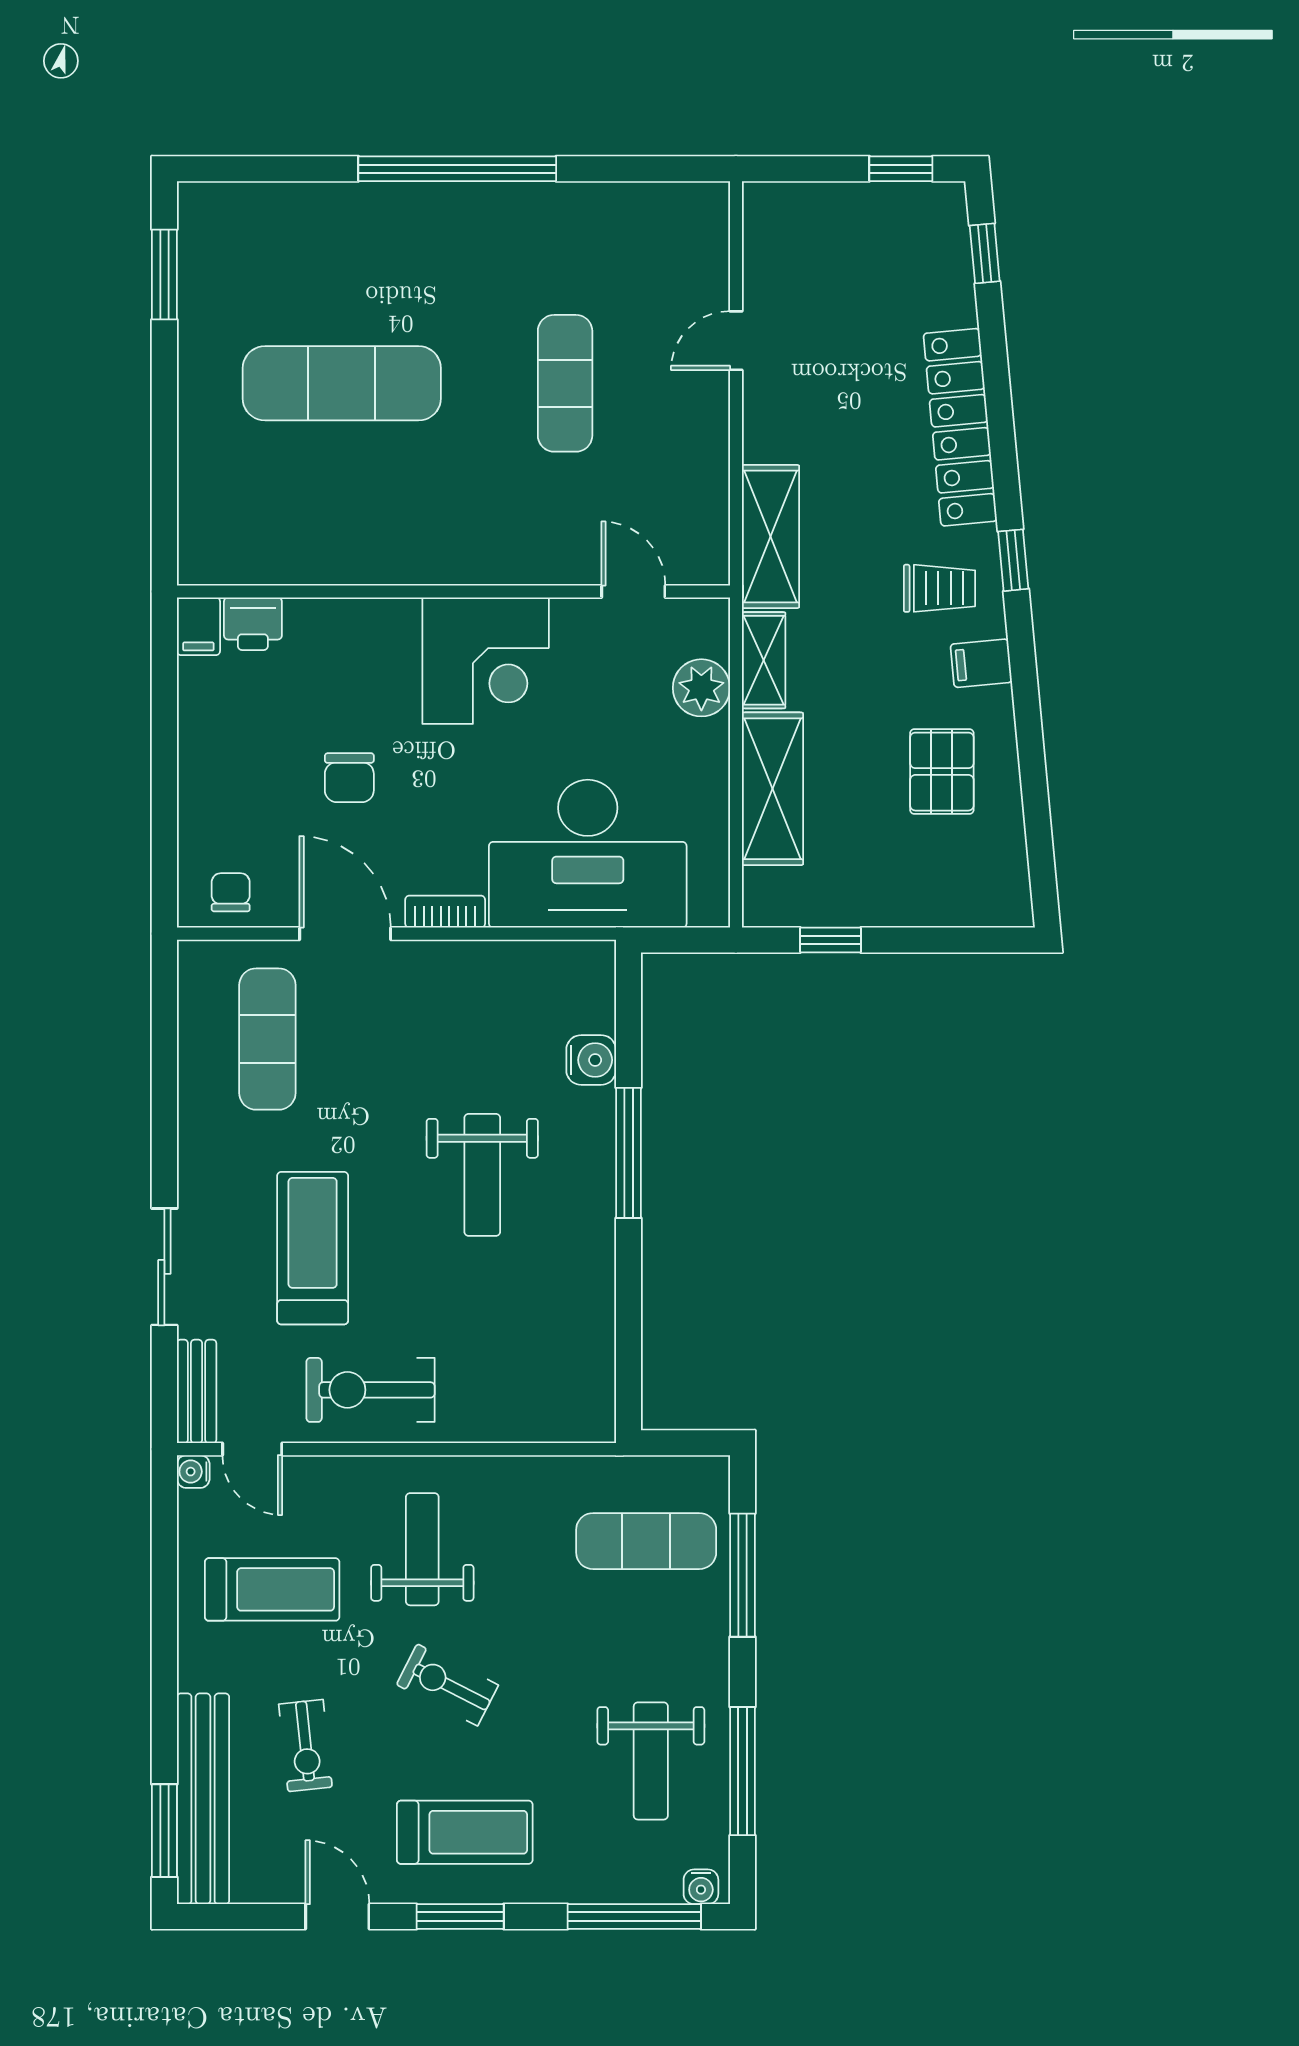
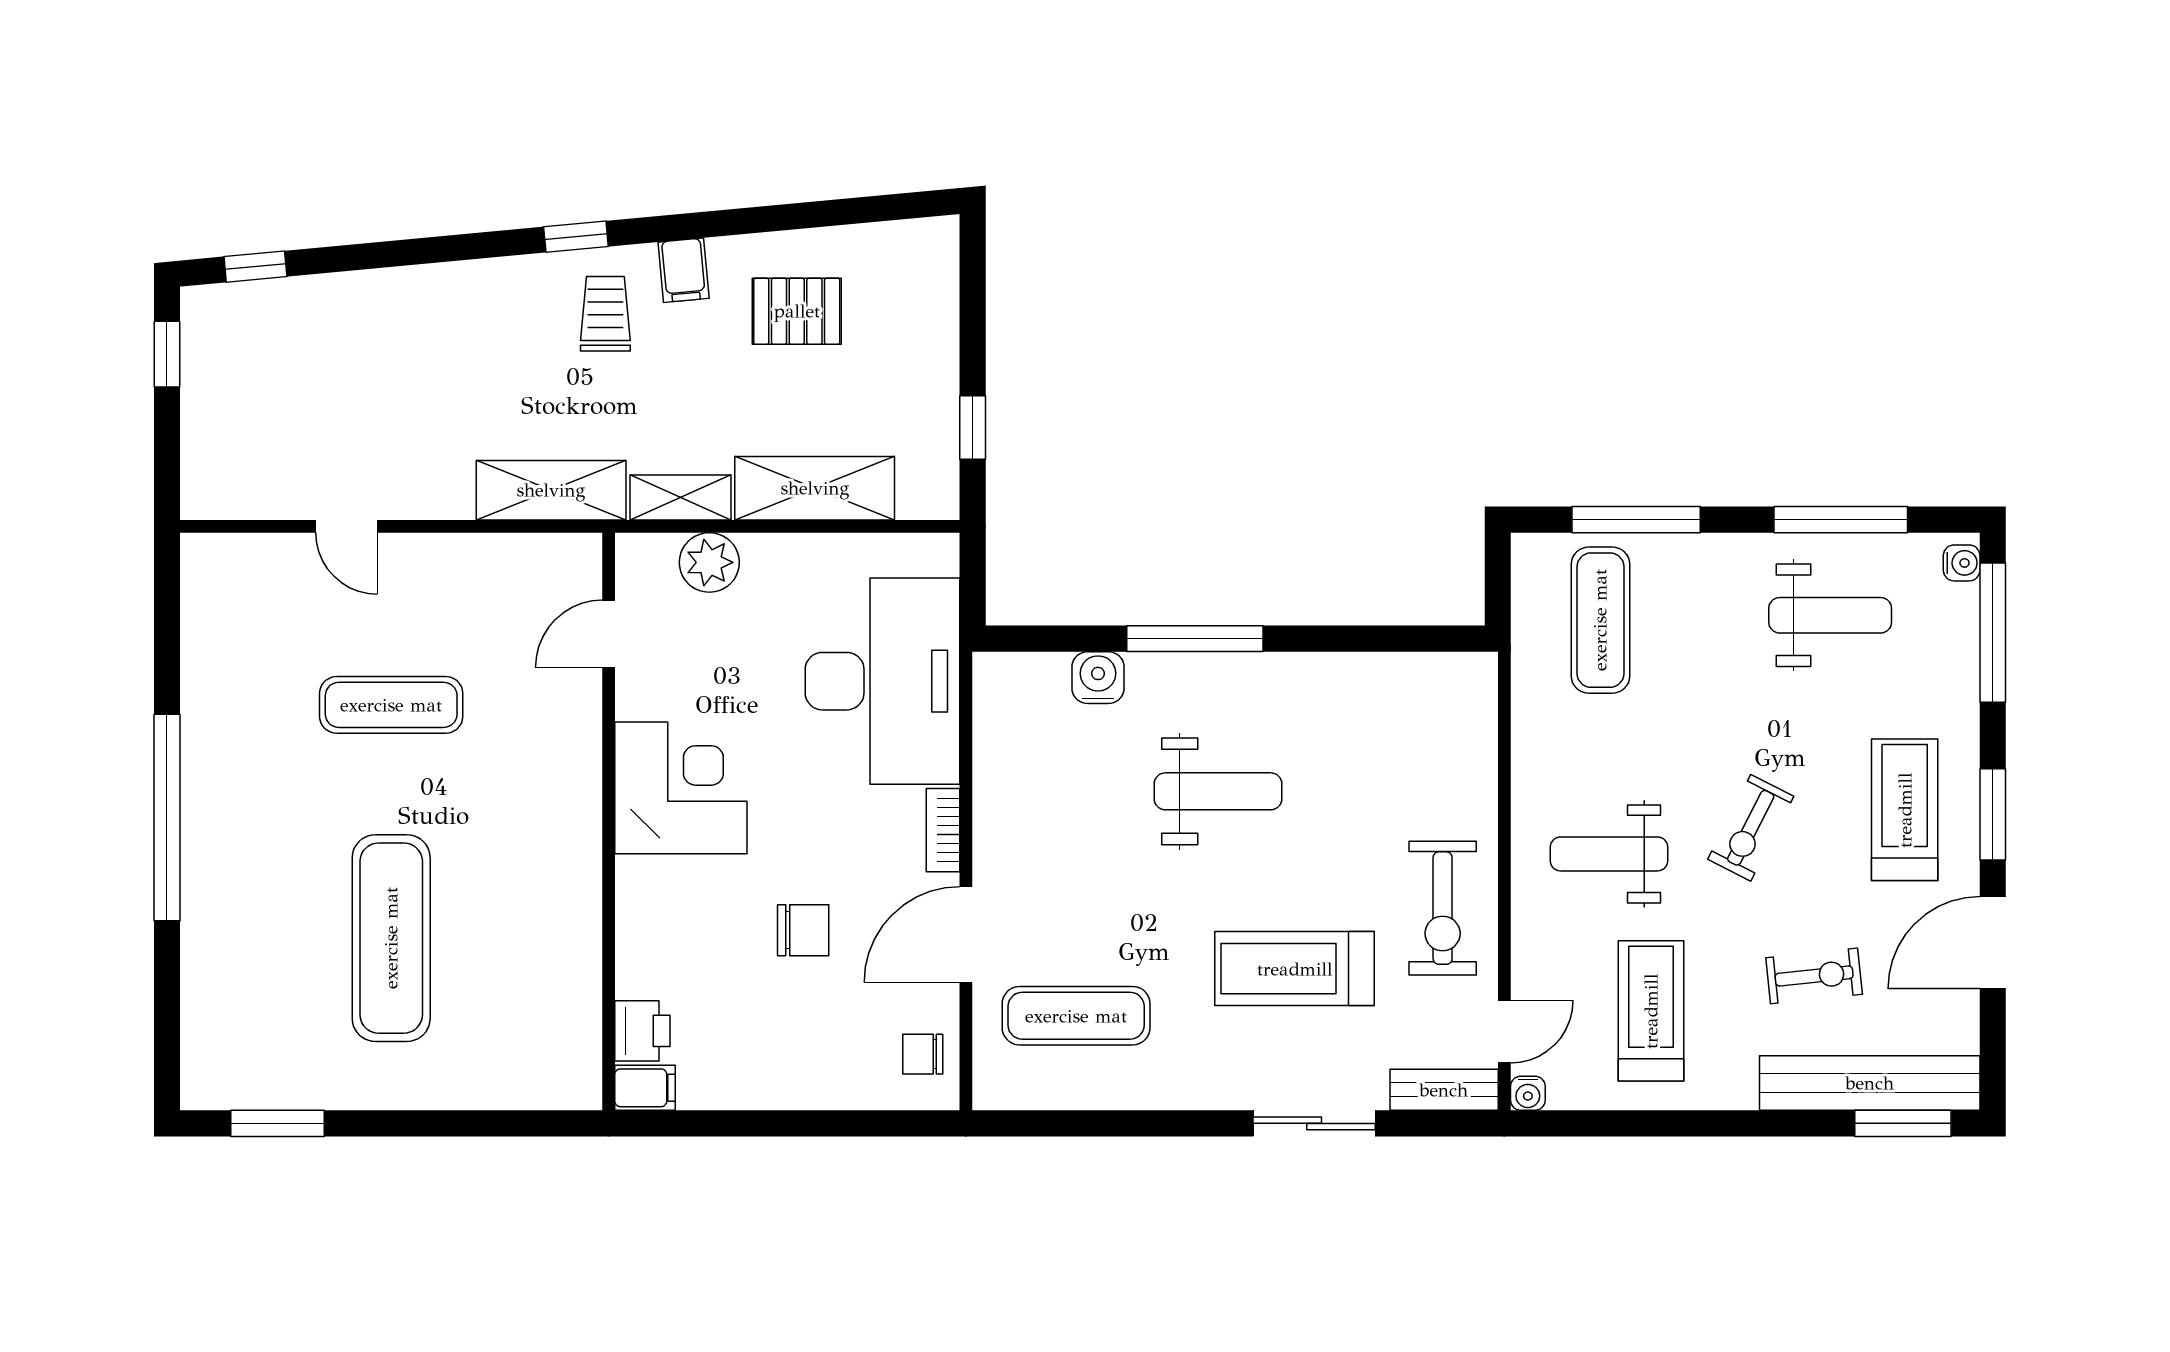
locker: (960, 427) -> (437, 292), removed
door: (337, 1917) -> (1993, 943), width x1.38

